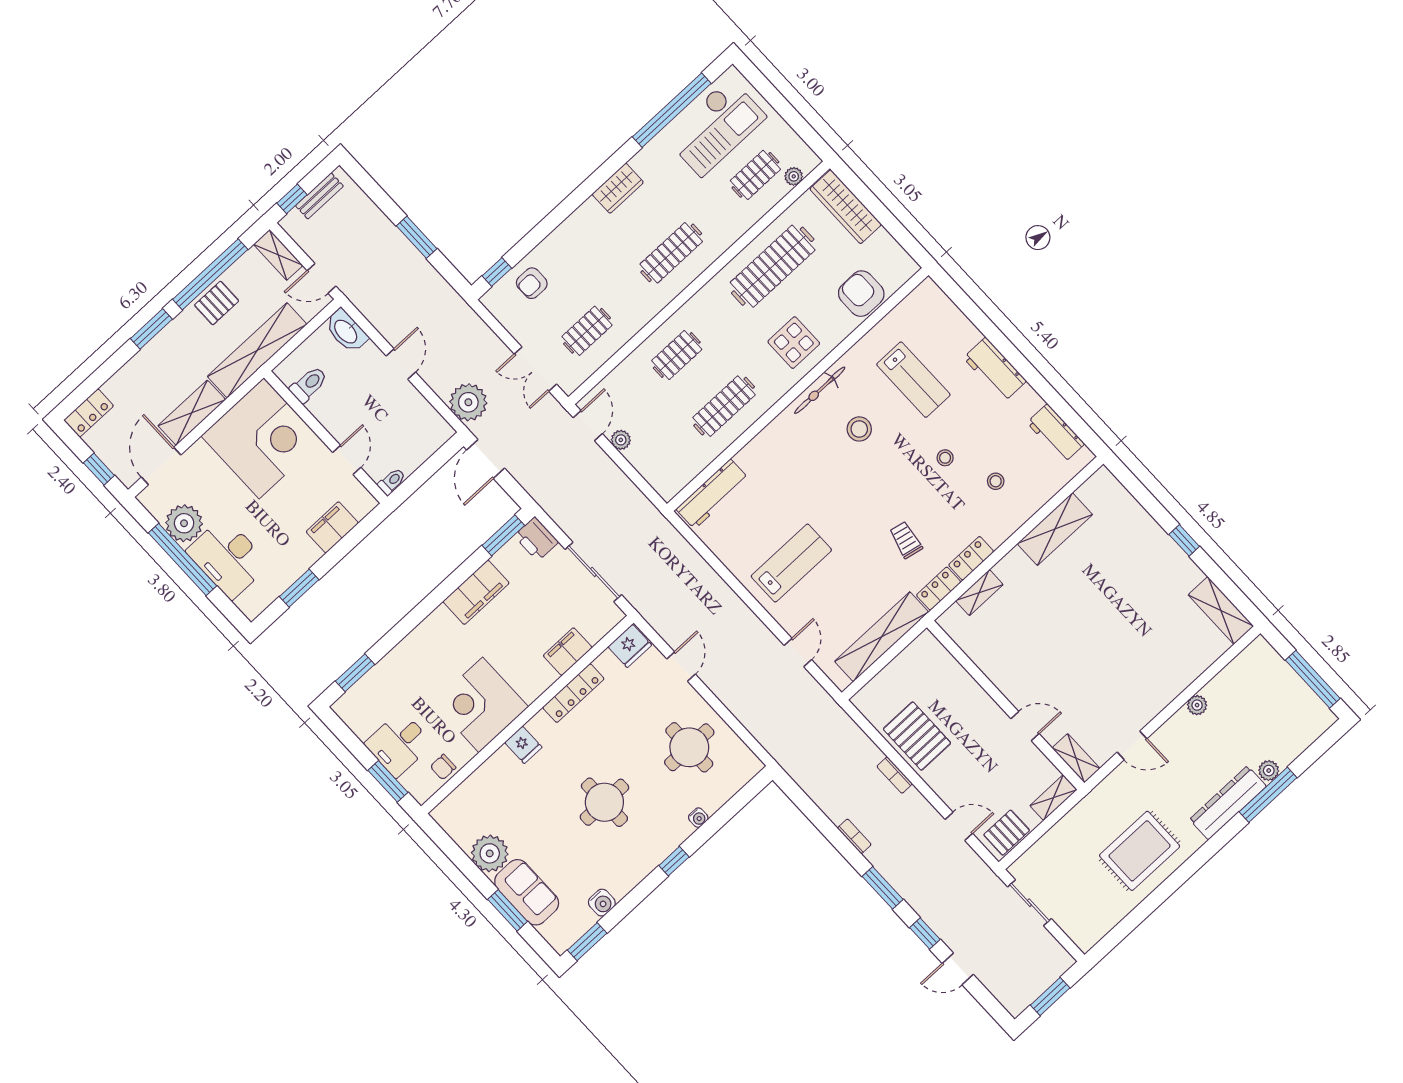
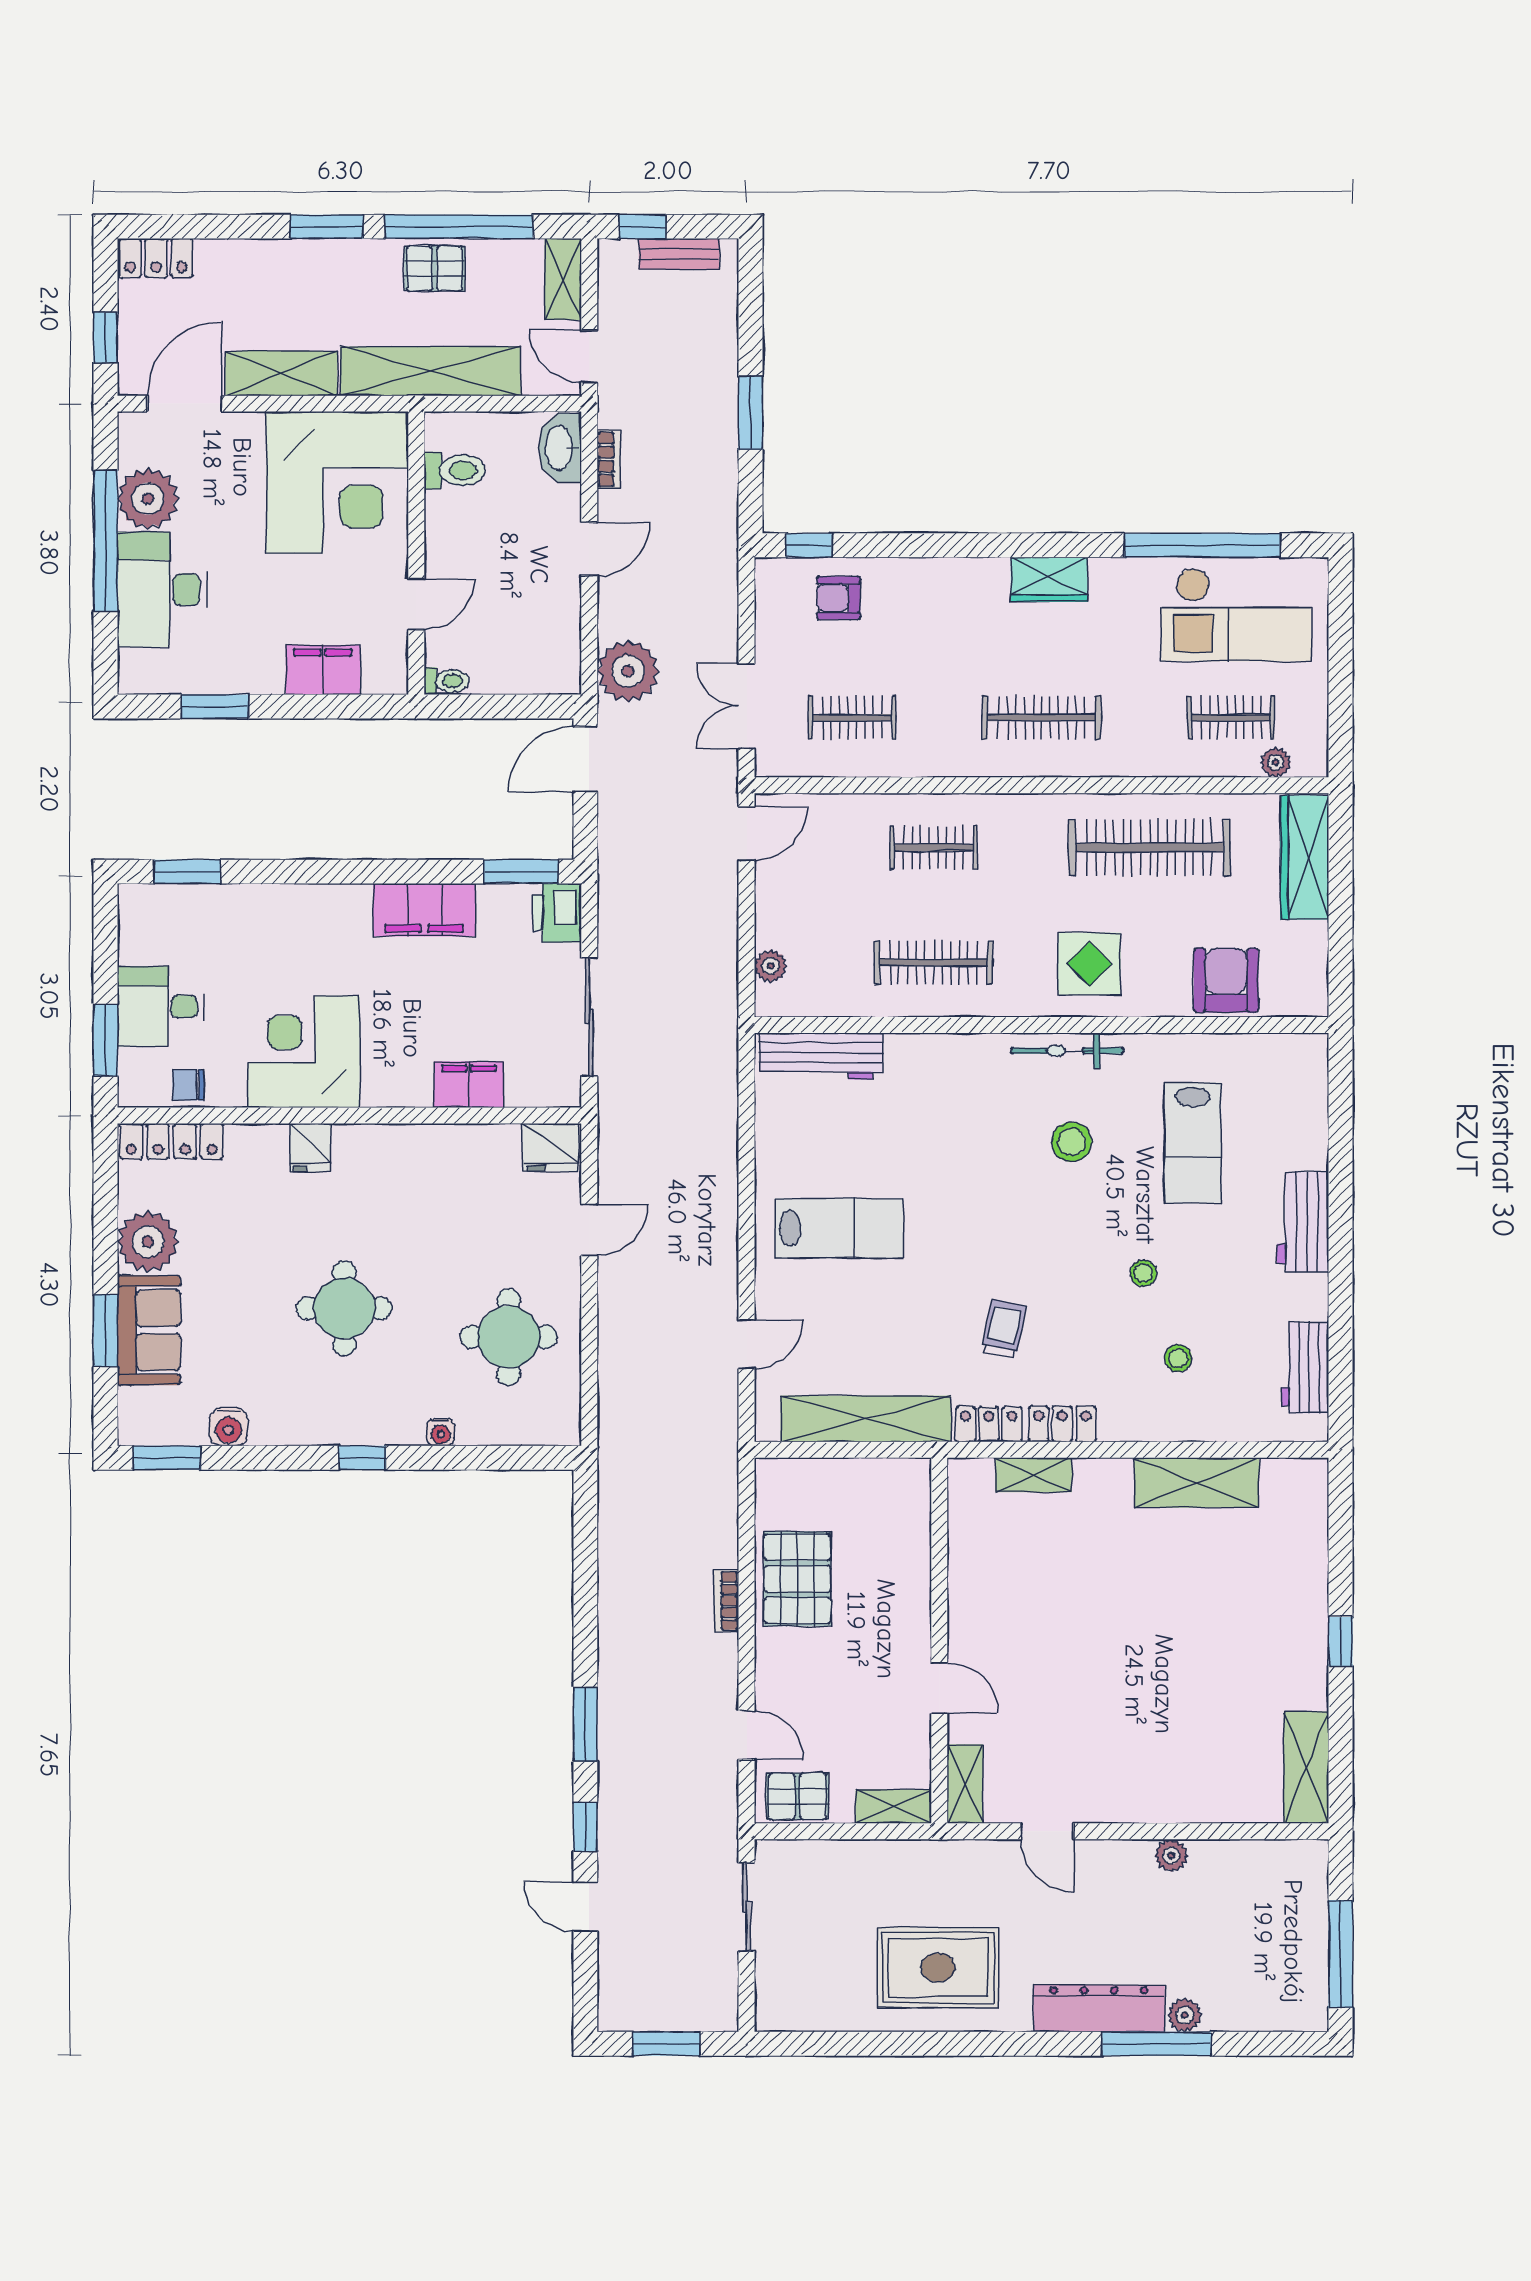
plant: (621, 440) -> (771, 966), moved
locker: (573, 693) -> (172, 1141), moved
bookcase: (854, 836) -> (609, 459), moved

